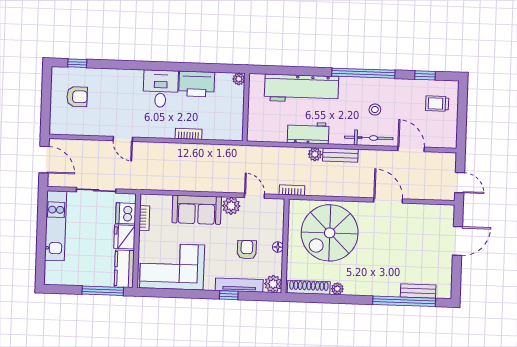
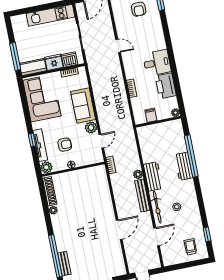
window: (363, 73) -> (191, 156), moved
workbench: (302, 89) -> (184, 166), width x0.53, depth x0.76
filing cabinet: (234, 115) -> (151, 115), added
workbench: (308, 133) -> (153, 176), moved
door: (123, 139) -> (118, 46), swing flipped
bench: (340, 155) -> (142, 196), width x1.36
spiral stairs: (330, 233) -> (89, 196), removed

